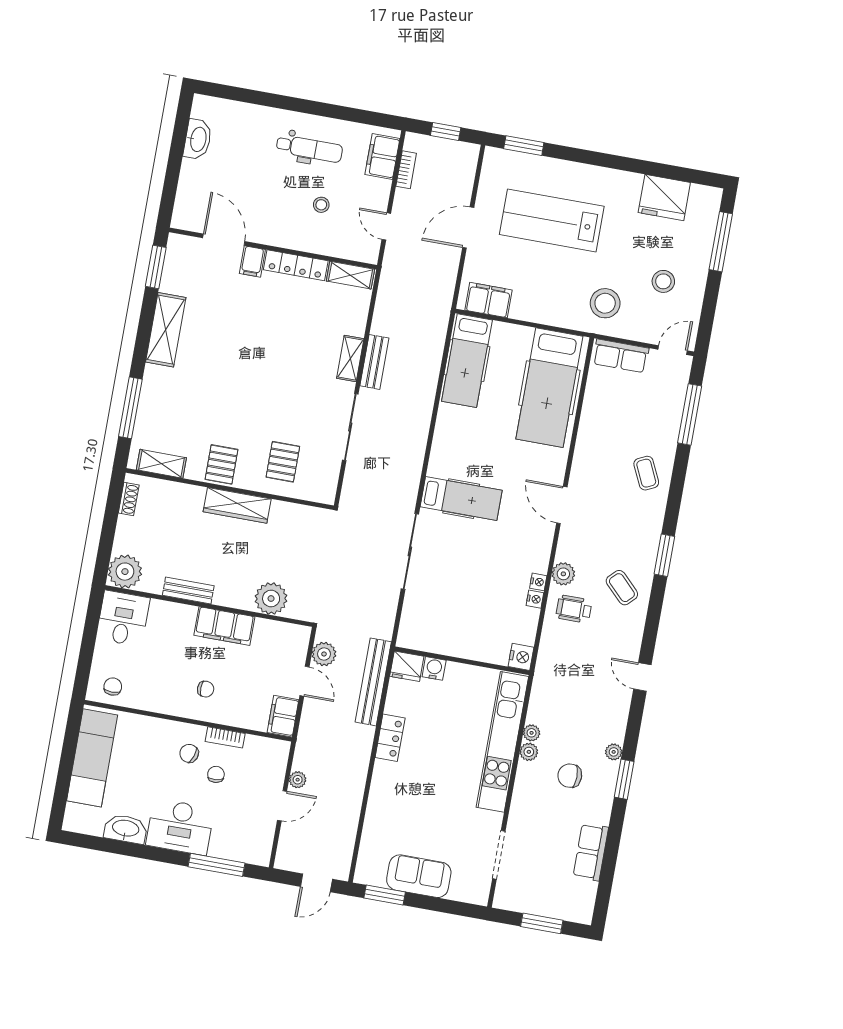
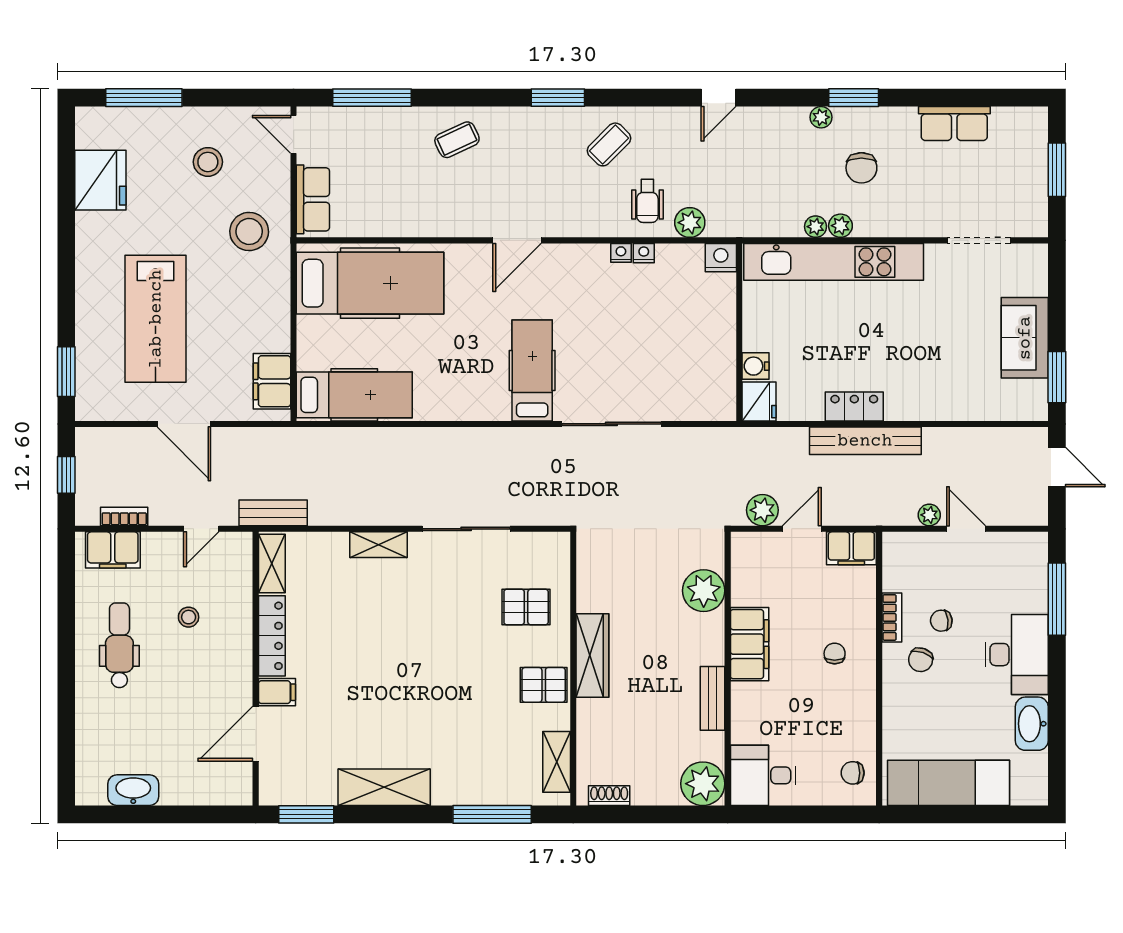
bench: (374, 362) -> (273, 513), moved
plant: (563, 574) -> (690, 223), moved
bench: (373, 682) -> (865, 441), moved

